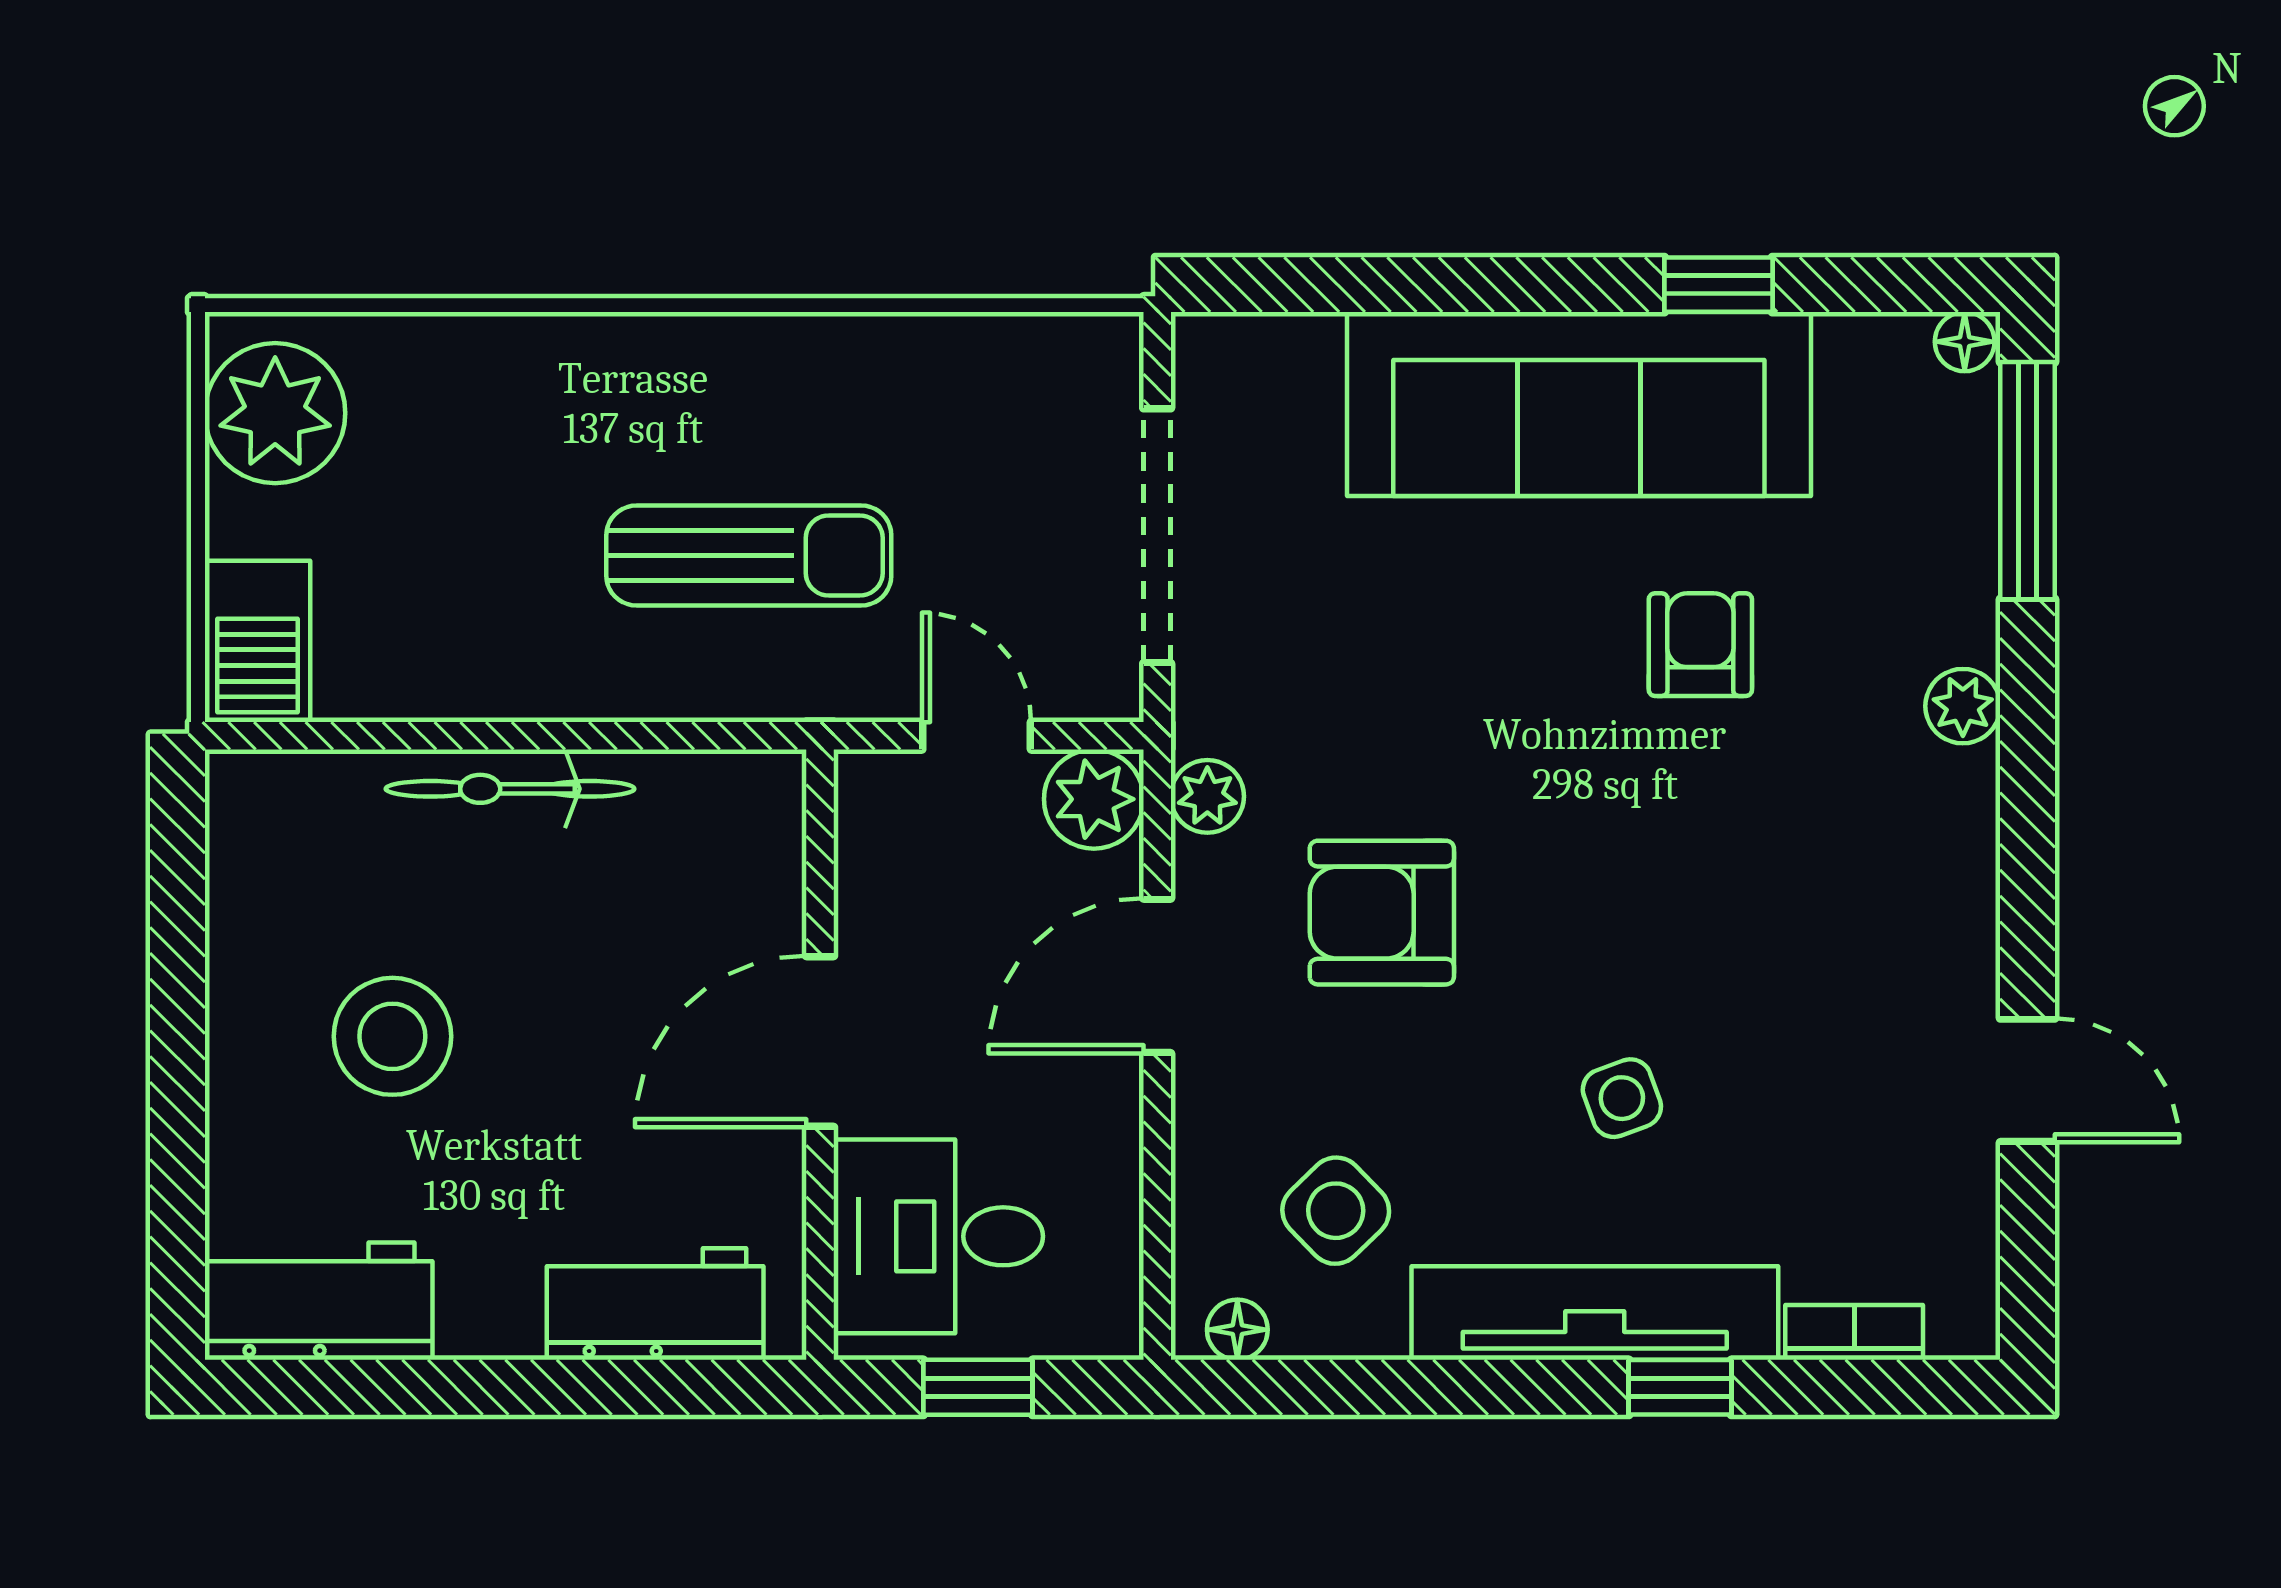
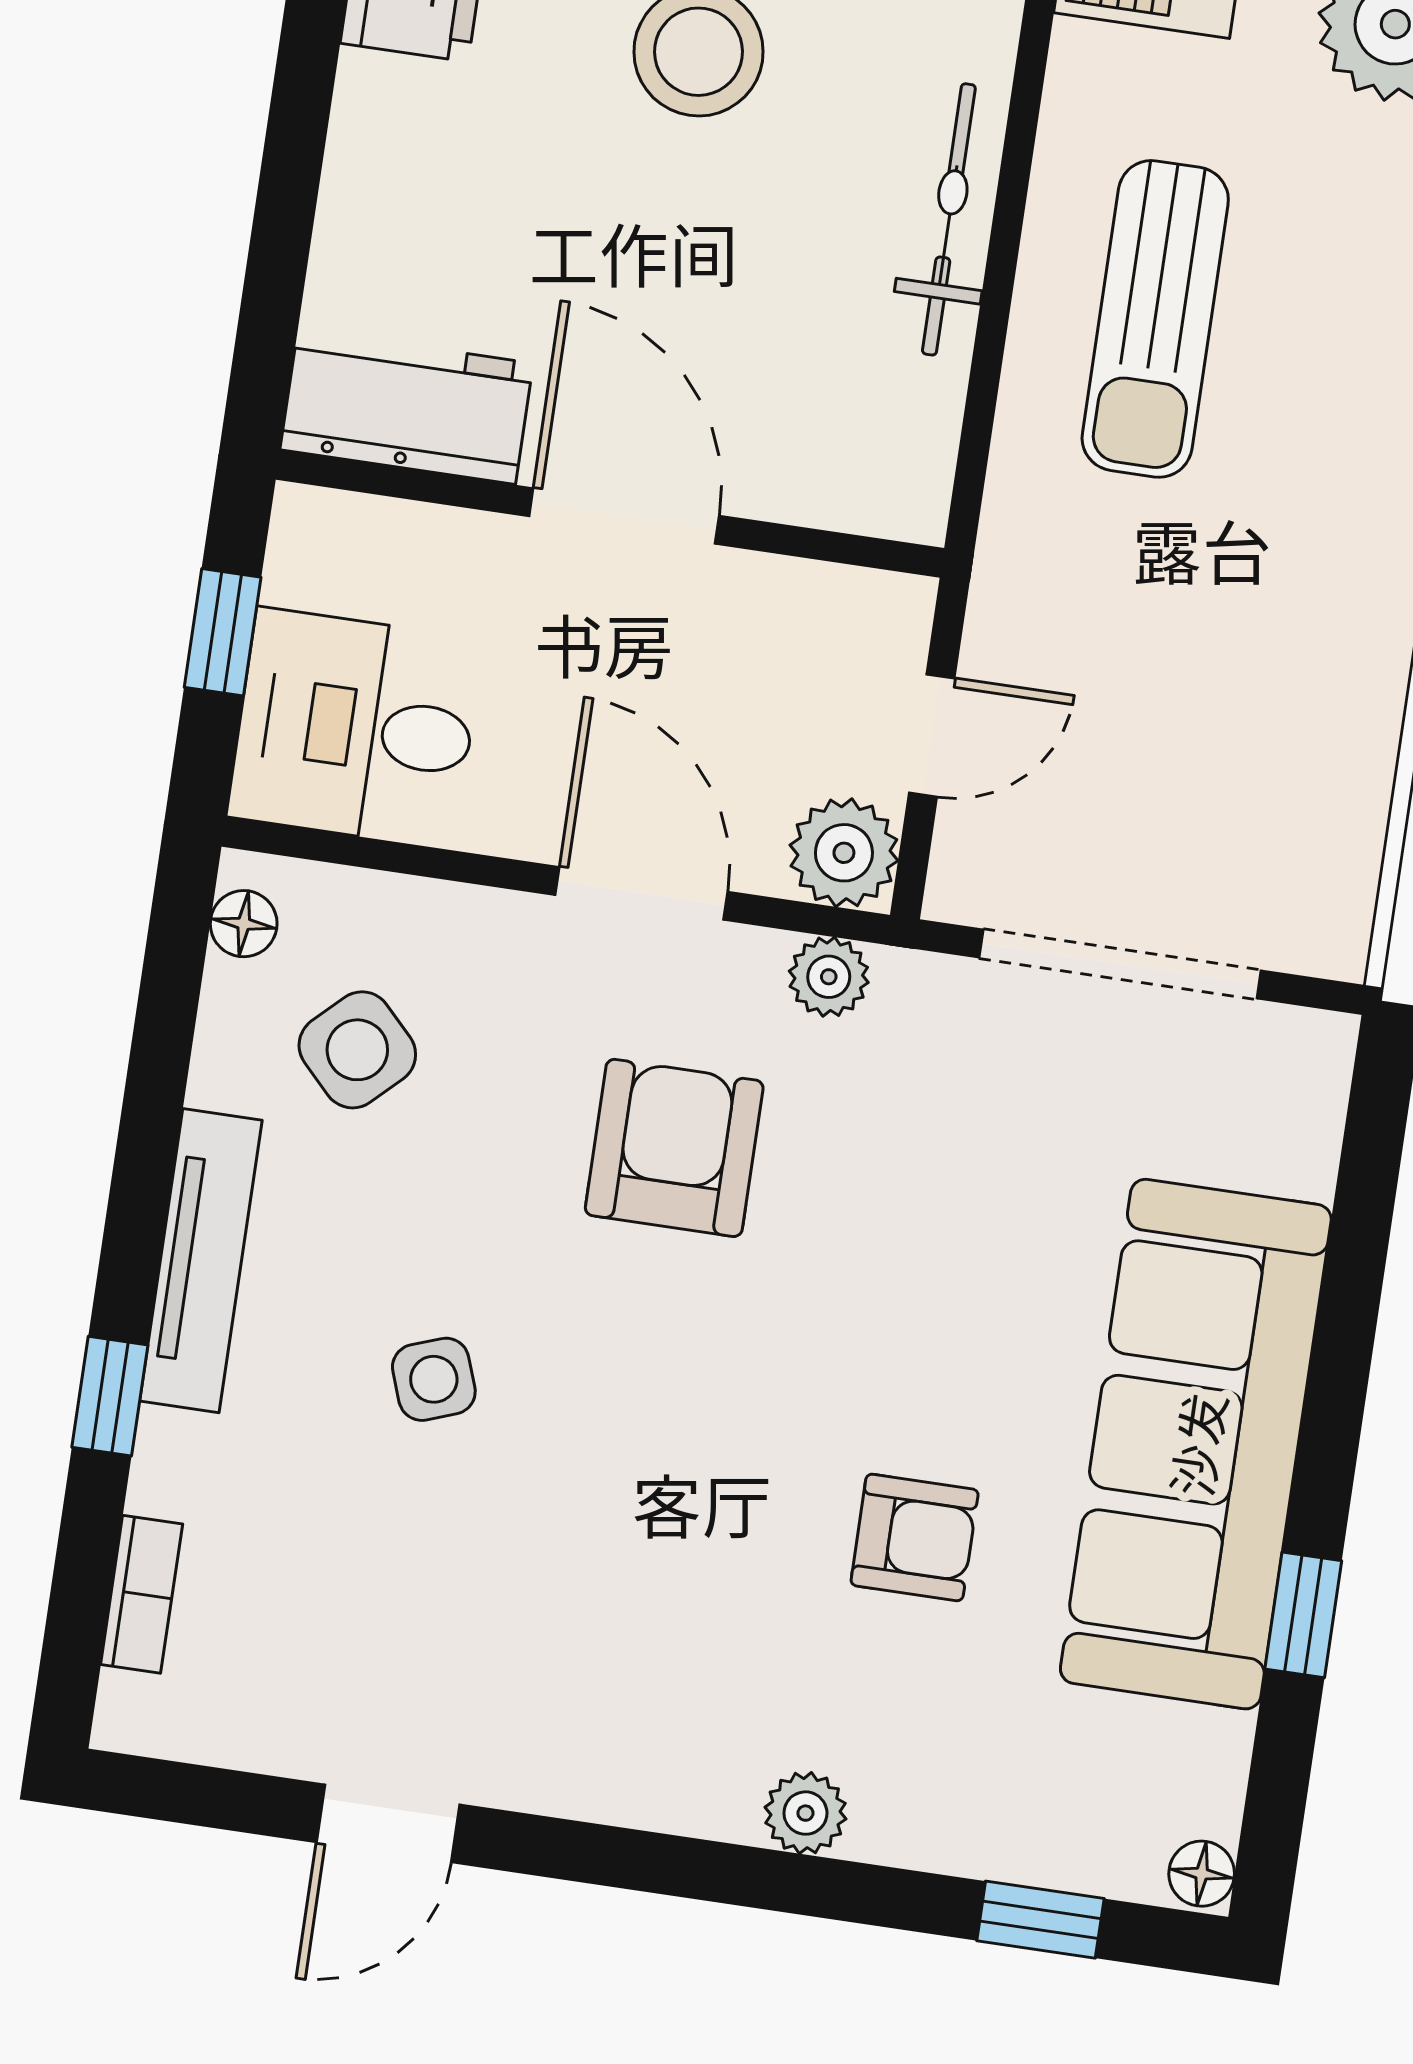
window: (2027, 481) -> (1040, 1920), width x0.46
sun lounger: (749, 555) -> (1155, 319), moved
desk: (938, 1236) -> (355, 728), moved, turned -90
workbench: (655, 1304) -> (407, 407), moved, turned -90
tv unit: (1595, 1313) -> (201, 1261), width x0.73, depth x0.78

